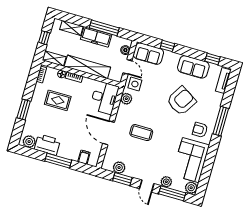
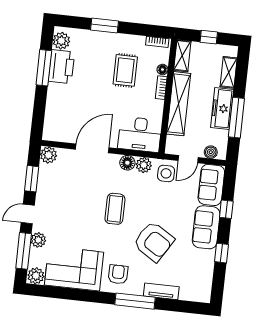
window: (213, 59) -> (222, 253), moved
sofa: (193, 67) -> (206, 227), moved
tv unit: (223, 80) -> (161, 291), moved
floor lamp: (123, 110) -> (127, 163), added
coffee table: (141, 133) -> (115, 209), moved
filing cabinet: (84, 157) -> (53, 120), removed
window: (58, 161) -> (44, 68), moved
plant: (119, 168) -> (49, 155), moved

